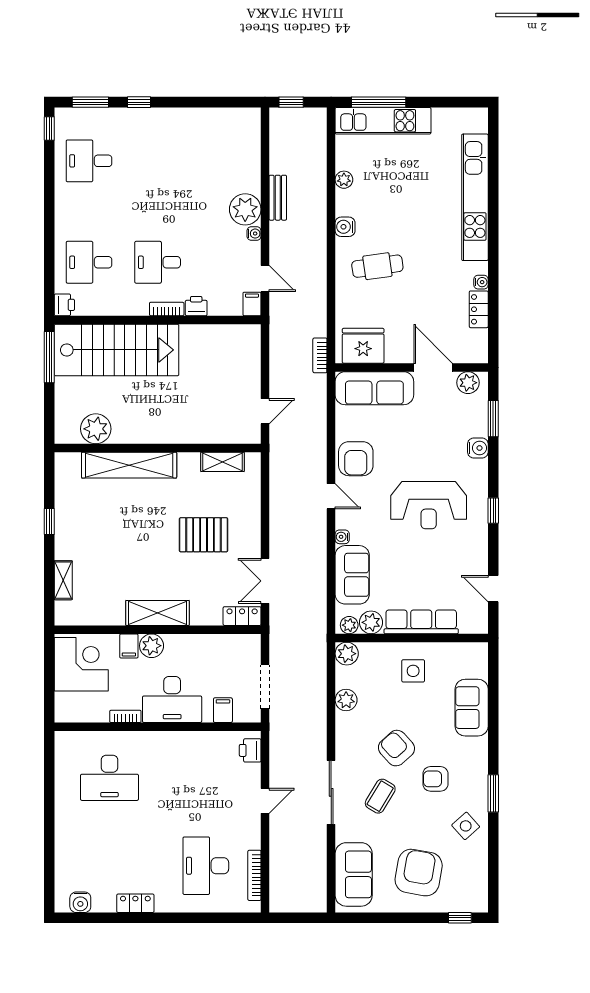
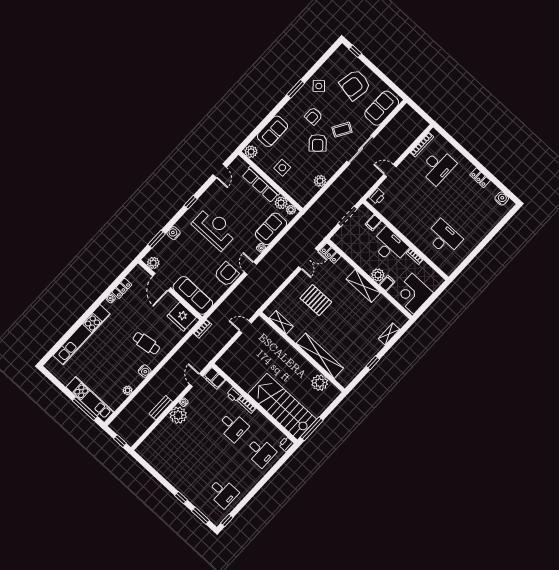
filing cabinet: (252, 304) -> (214, 378), width x2.00
plant: (347, 654) -> (251, 152), moved
armchair: (435, 779) -> (313, 116), turned 90

